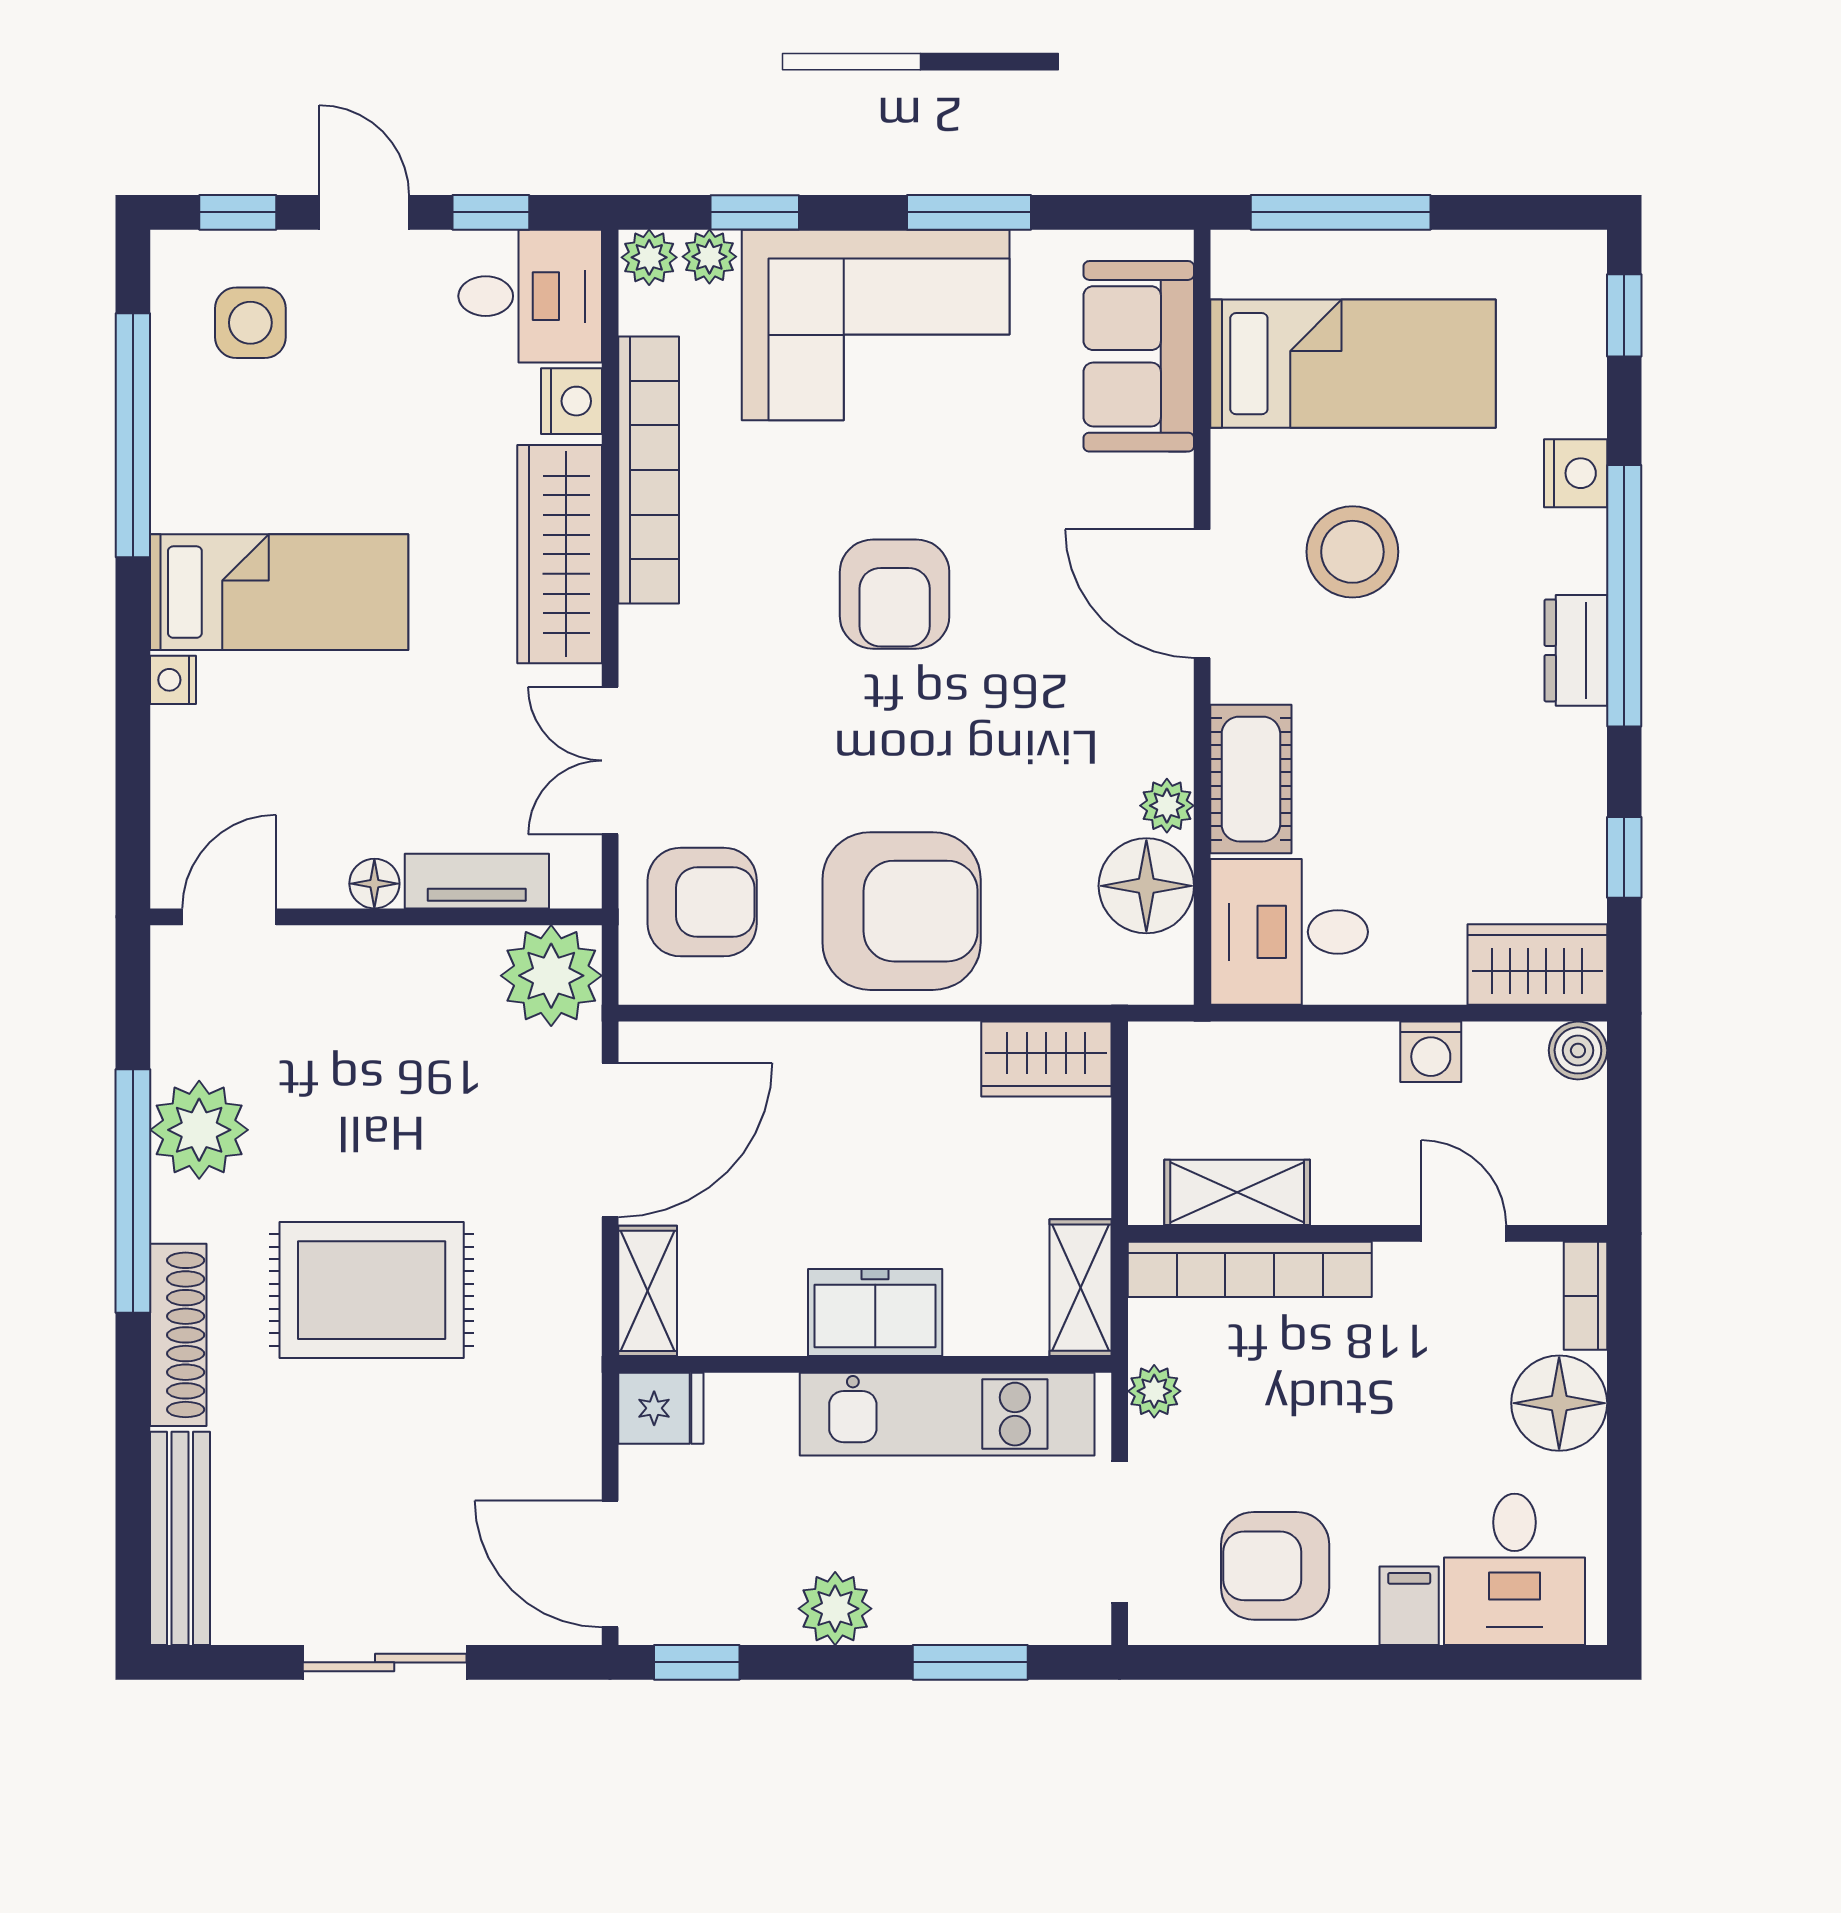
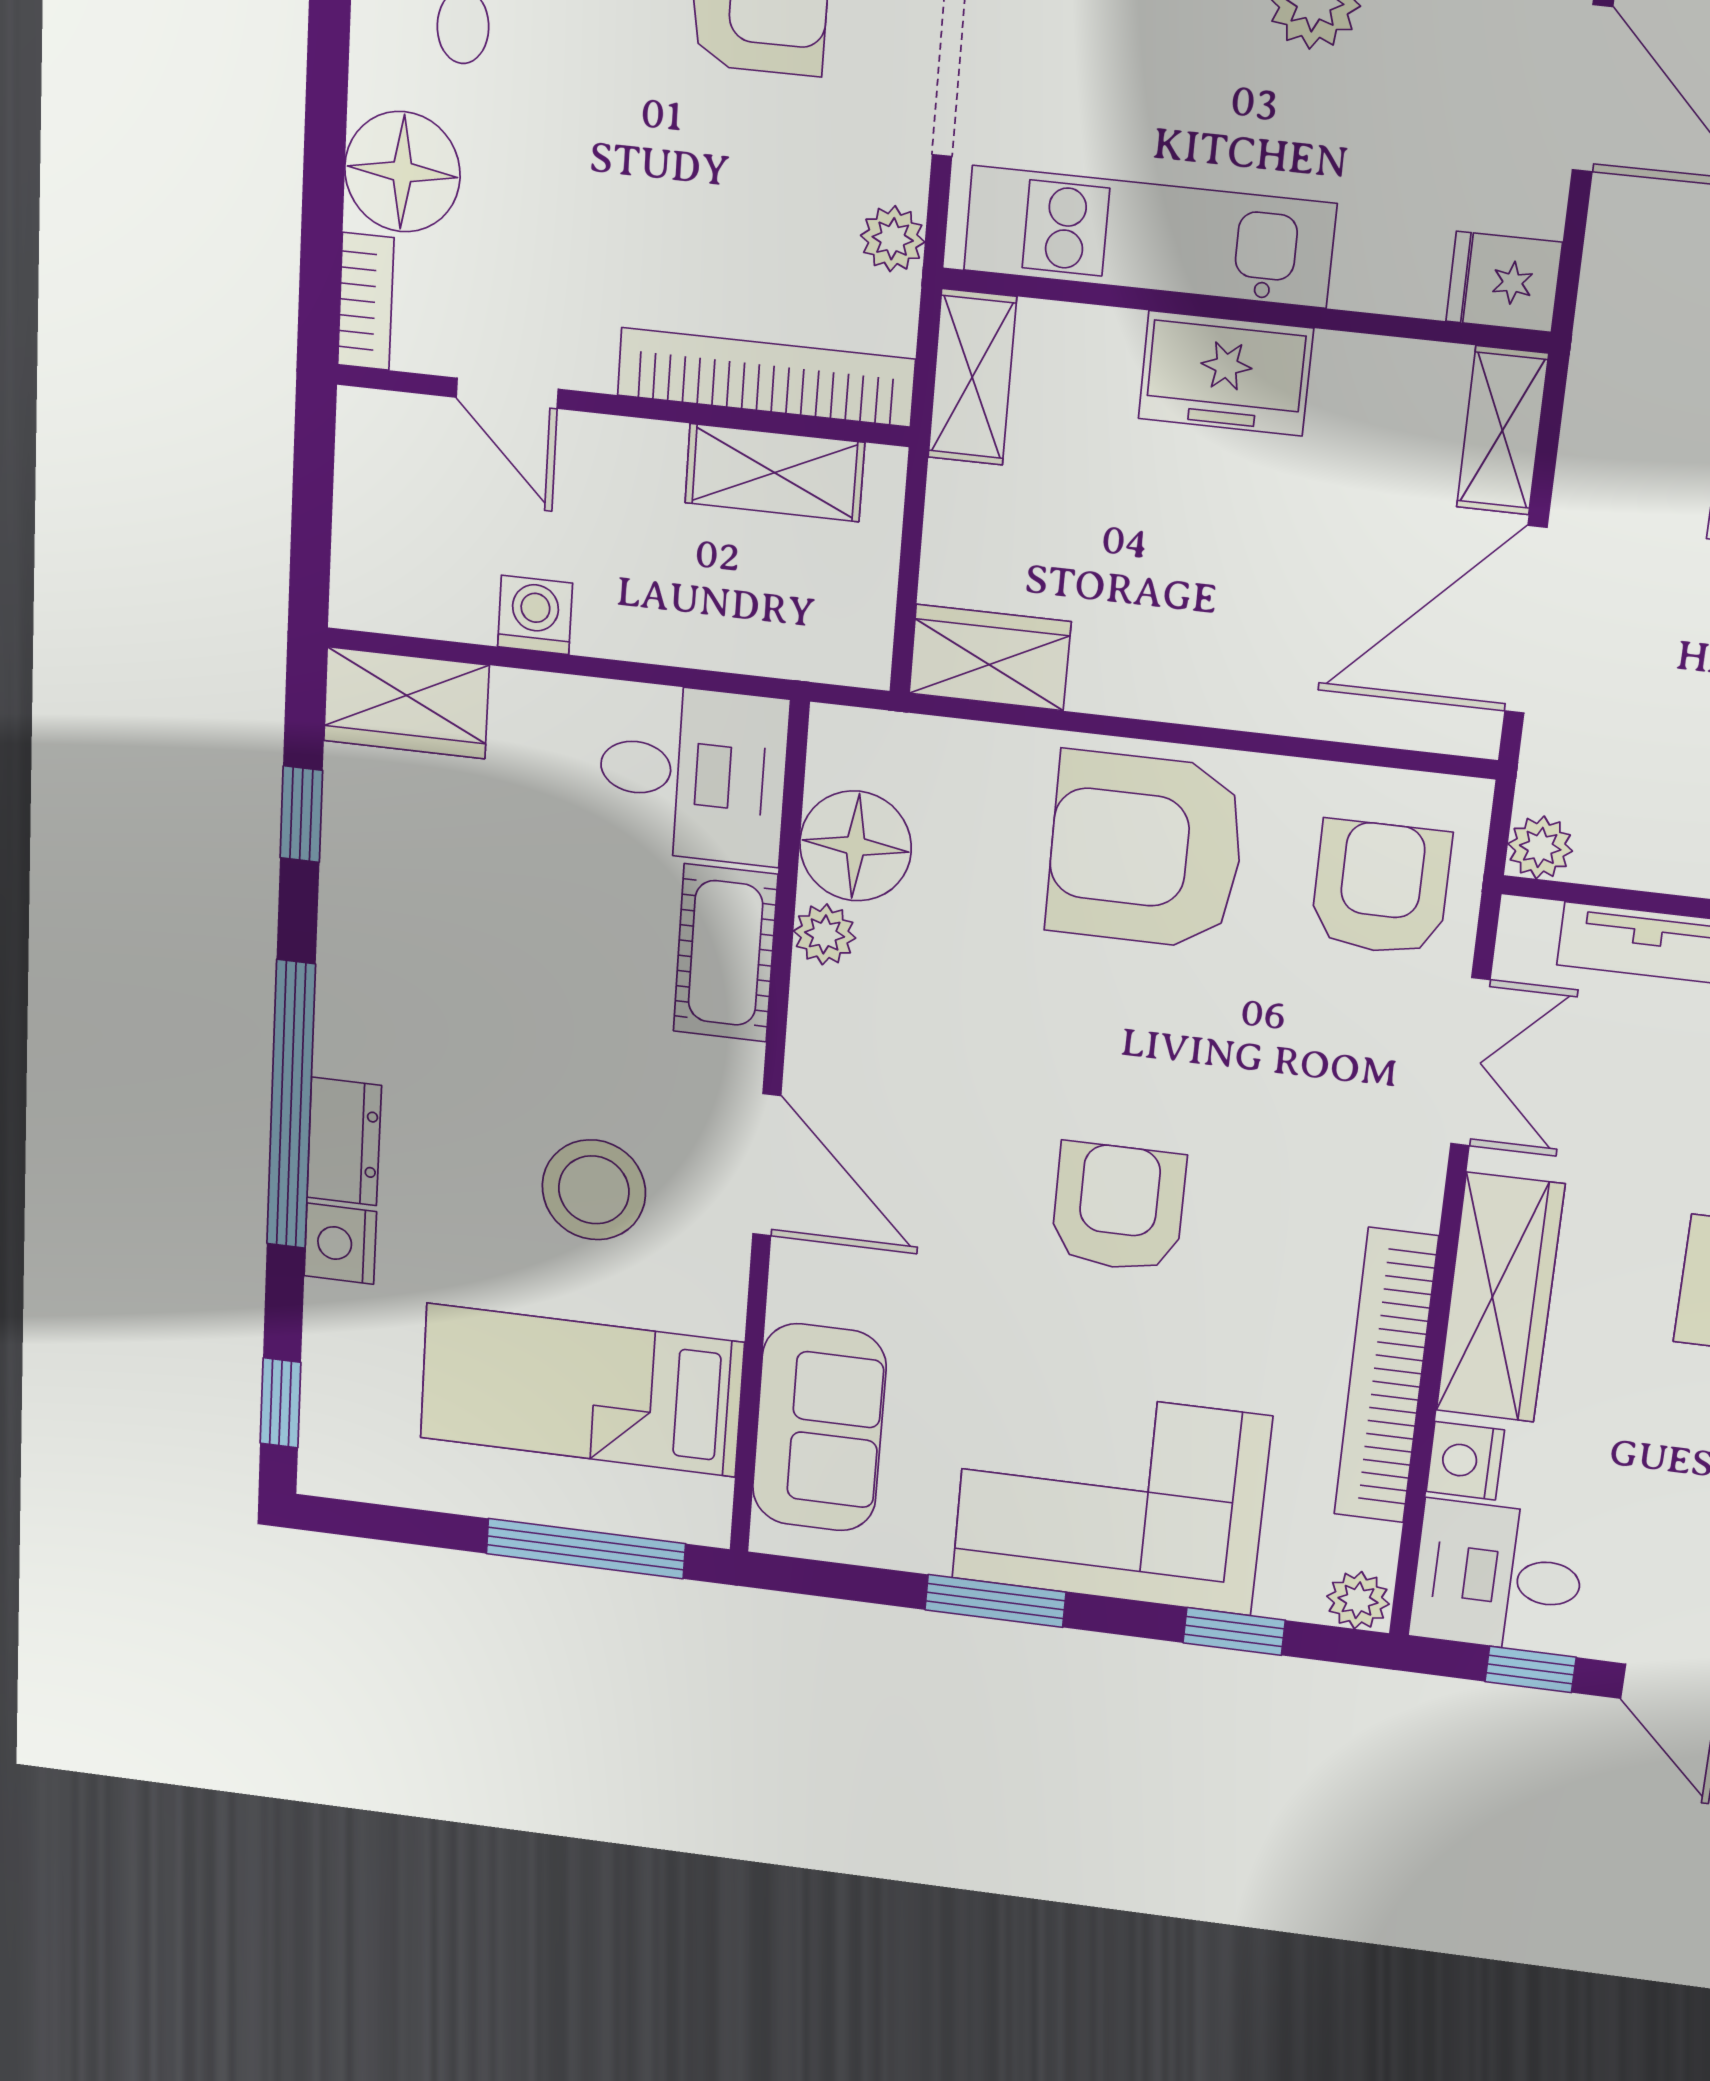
plant: (709, 257) -> (1290, 1592), removed
dresser: (1576, 650) -> (344, 1141), moved
armchair: (702, 902) -> (1381, 888), turned 90
plant: (551, 976) -> (1540, 847), width x0.53, depth x0.53
boiler: (1578, 1050) -> (363, 597), removed

